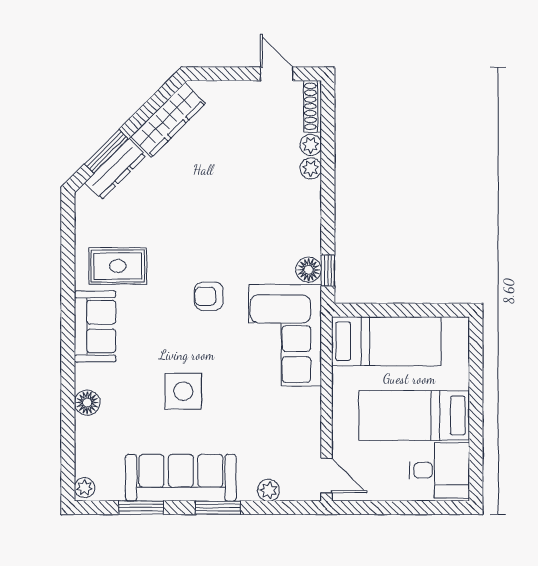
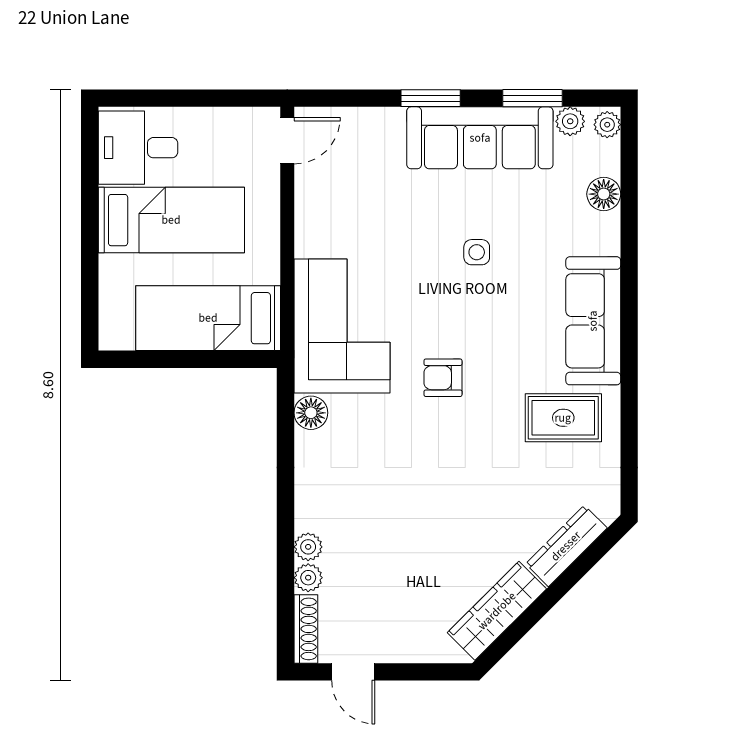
window: (106, 151) -> (578, 569), removed
window: (328, 271) -> (286, 412), removed
armchair: (209, 296) -> (443, 378), turned 180
sofa: (95, 326) -> (593, 321), width x1.36
side table: (183, 391) -> (477, 252), width x0.54, depth x0.54
floor lamp: (87, 403) -> (604, 194), moved
door: (326, 475) -> (287, 141), swing flipped
plant: (269, 490) -> (570, 121), moved

